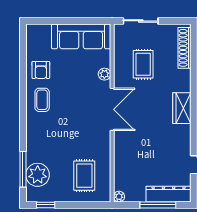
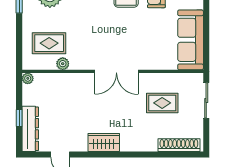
plant: (104, 74) -> (63, 64), moved
wardrobe: (182, 108) -> (104, 142), moved
window: (158, 205) -> (19, 118), width x0.46

